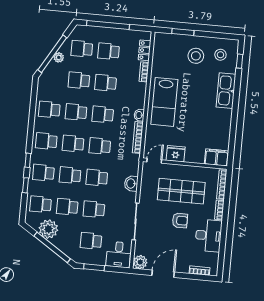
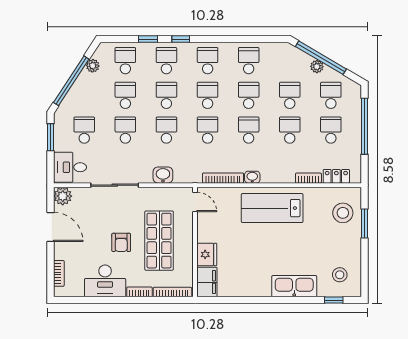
stool: (196, 56) -> (343, 213), moved
fridge: (176, 154) -> (207, 254), moved
plant: (48, 229) -> (93, 66), width x0.53, depth x0.53

